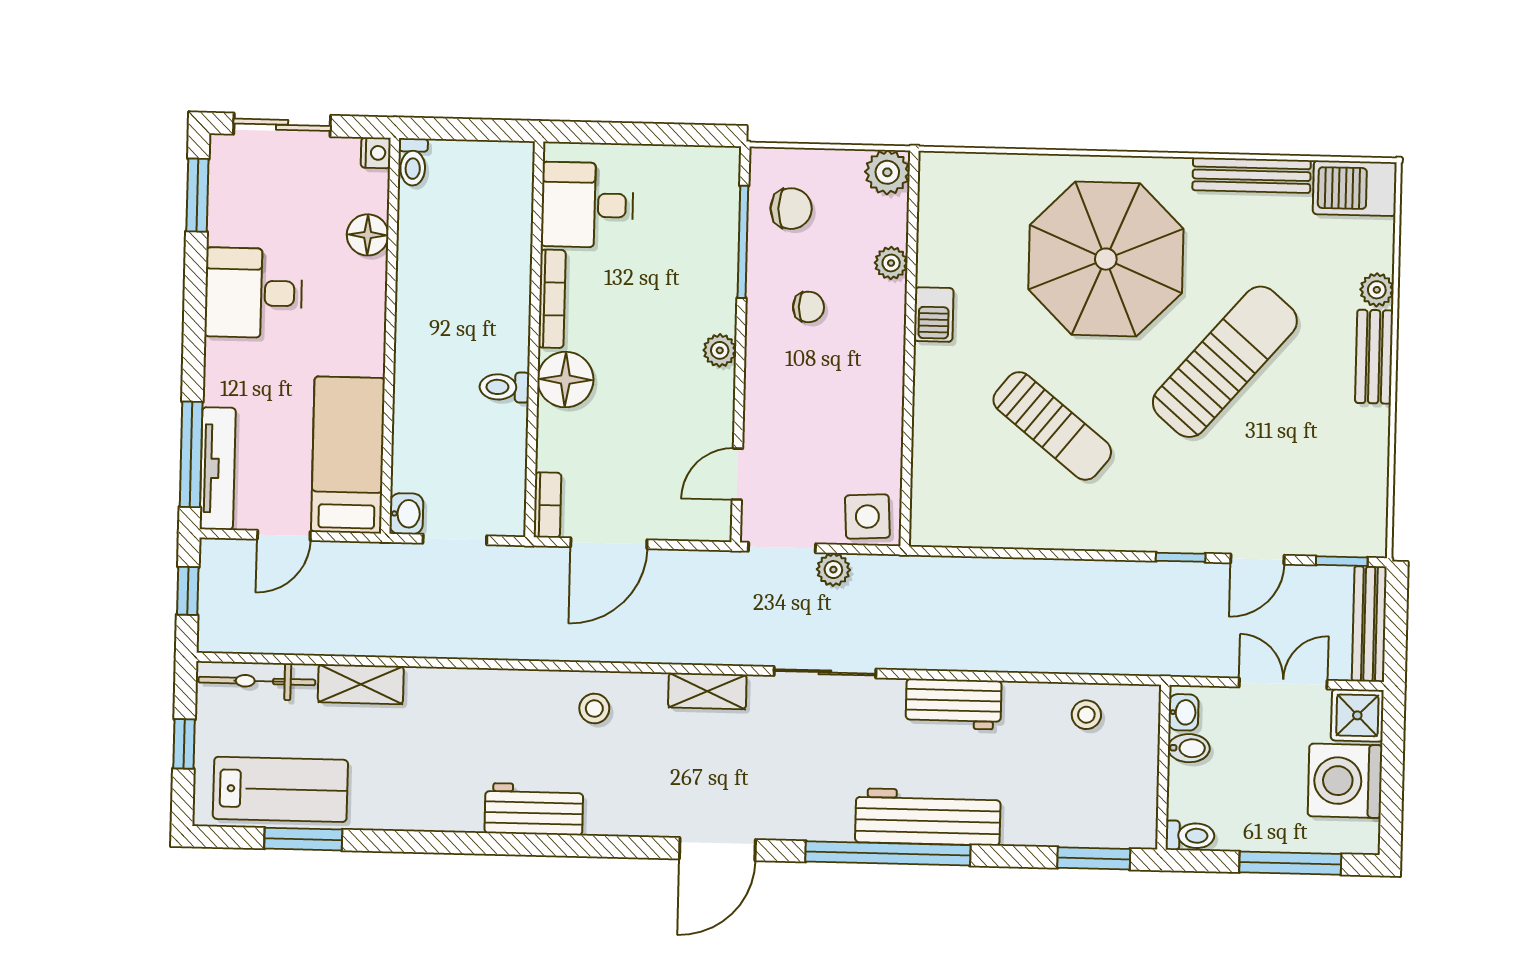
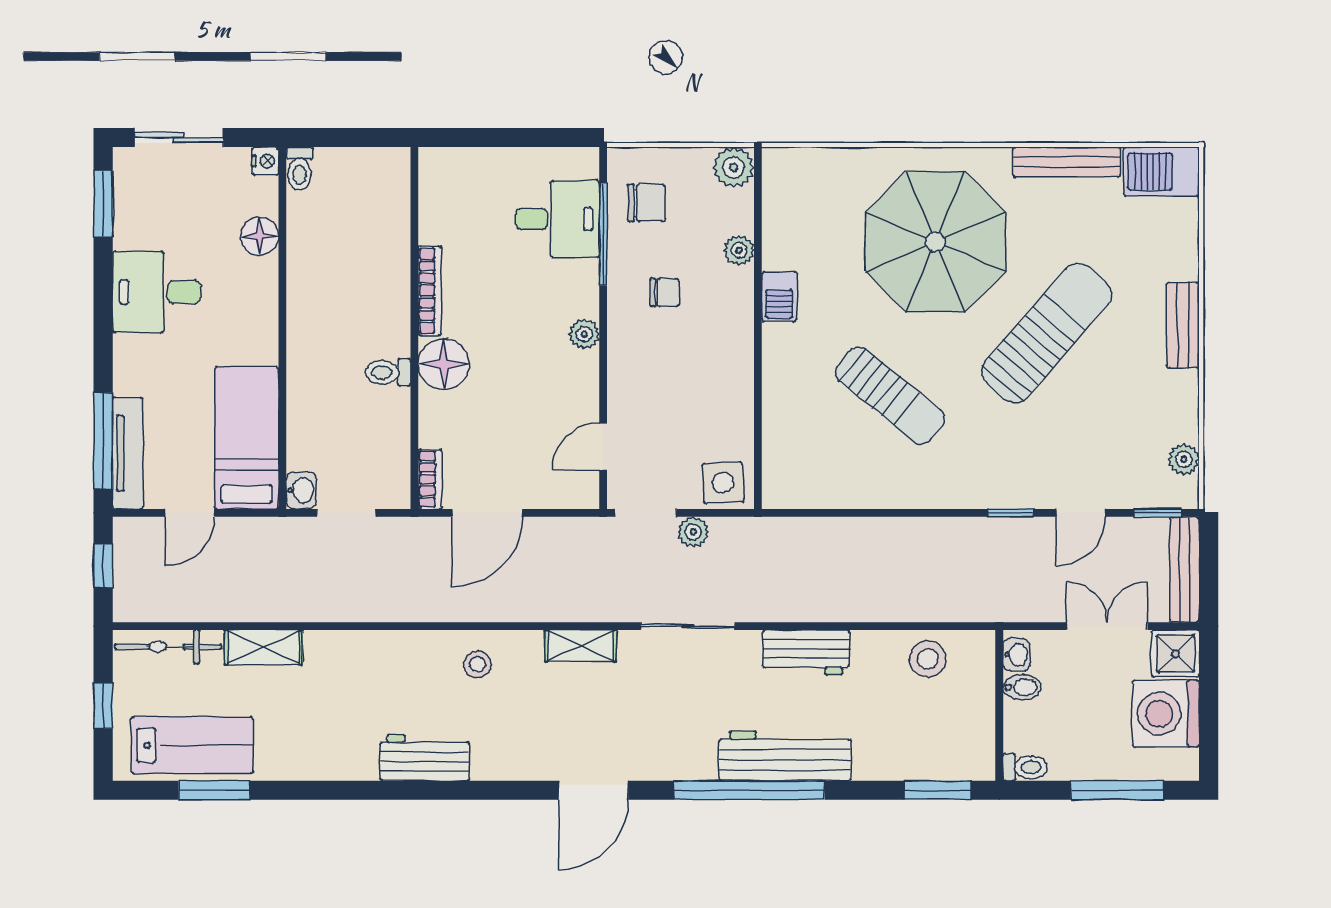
desk: (587, 205) -> (558, 219), moved, turned 180
plant: (1377, 290) -> (1184, 459), moved
stool: (1086, 715) -> (928, 659), width x1.37, depth x1.37

